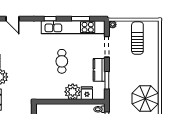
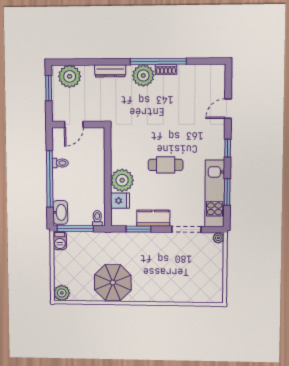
door: (13, 19) -> (228, 109), moved
kitchen unit: (73, 27) -> (215, 193), width x0.73
sun lounger: (137, 38) -> (199, 273), removed

